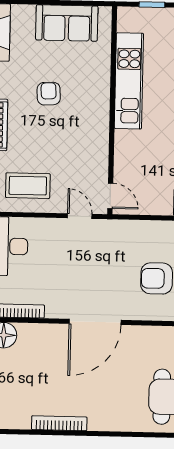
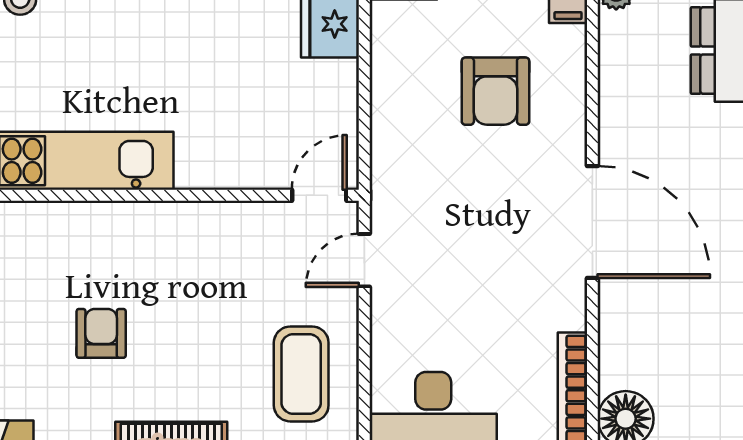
armchair: (49, 94) -> (101, 333), turned 93

